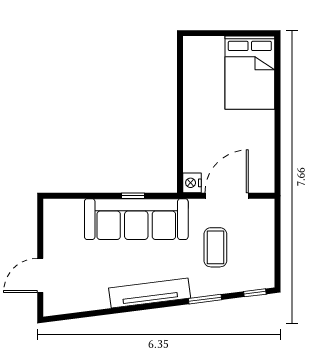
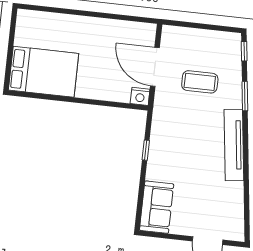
bed: (250, 73) -> (44, 72), moved
sofa: (136, 219) -> (157, 207), moved, width x0.54, depth x0.79

